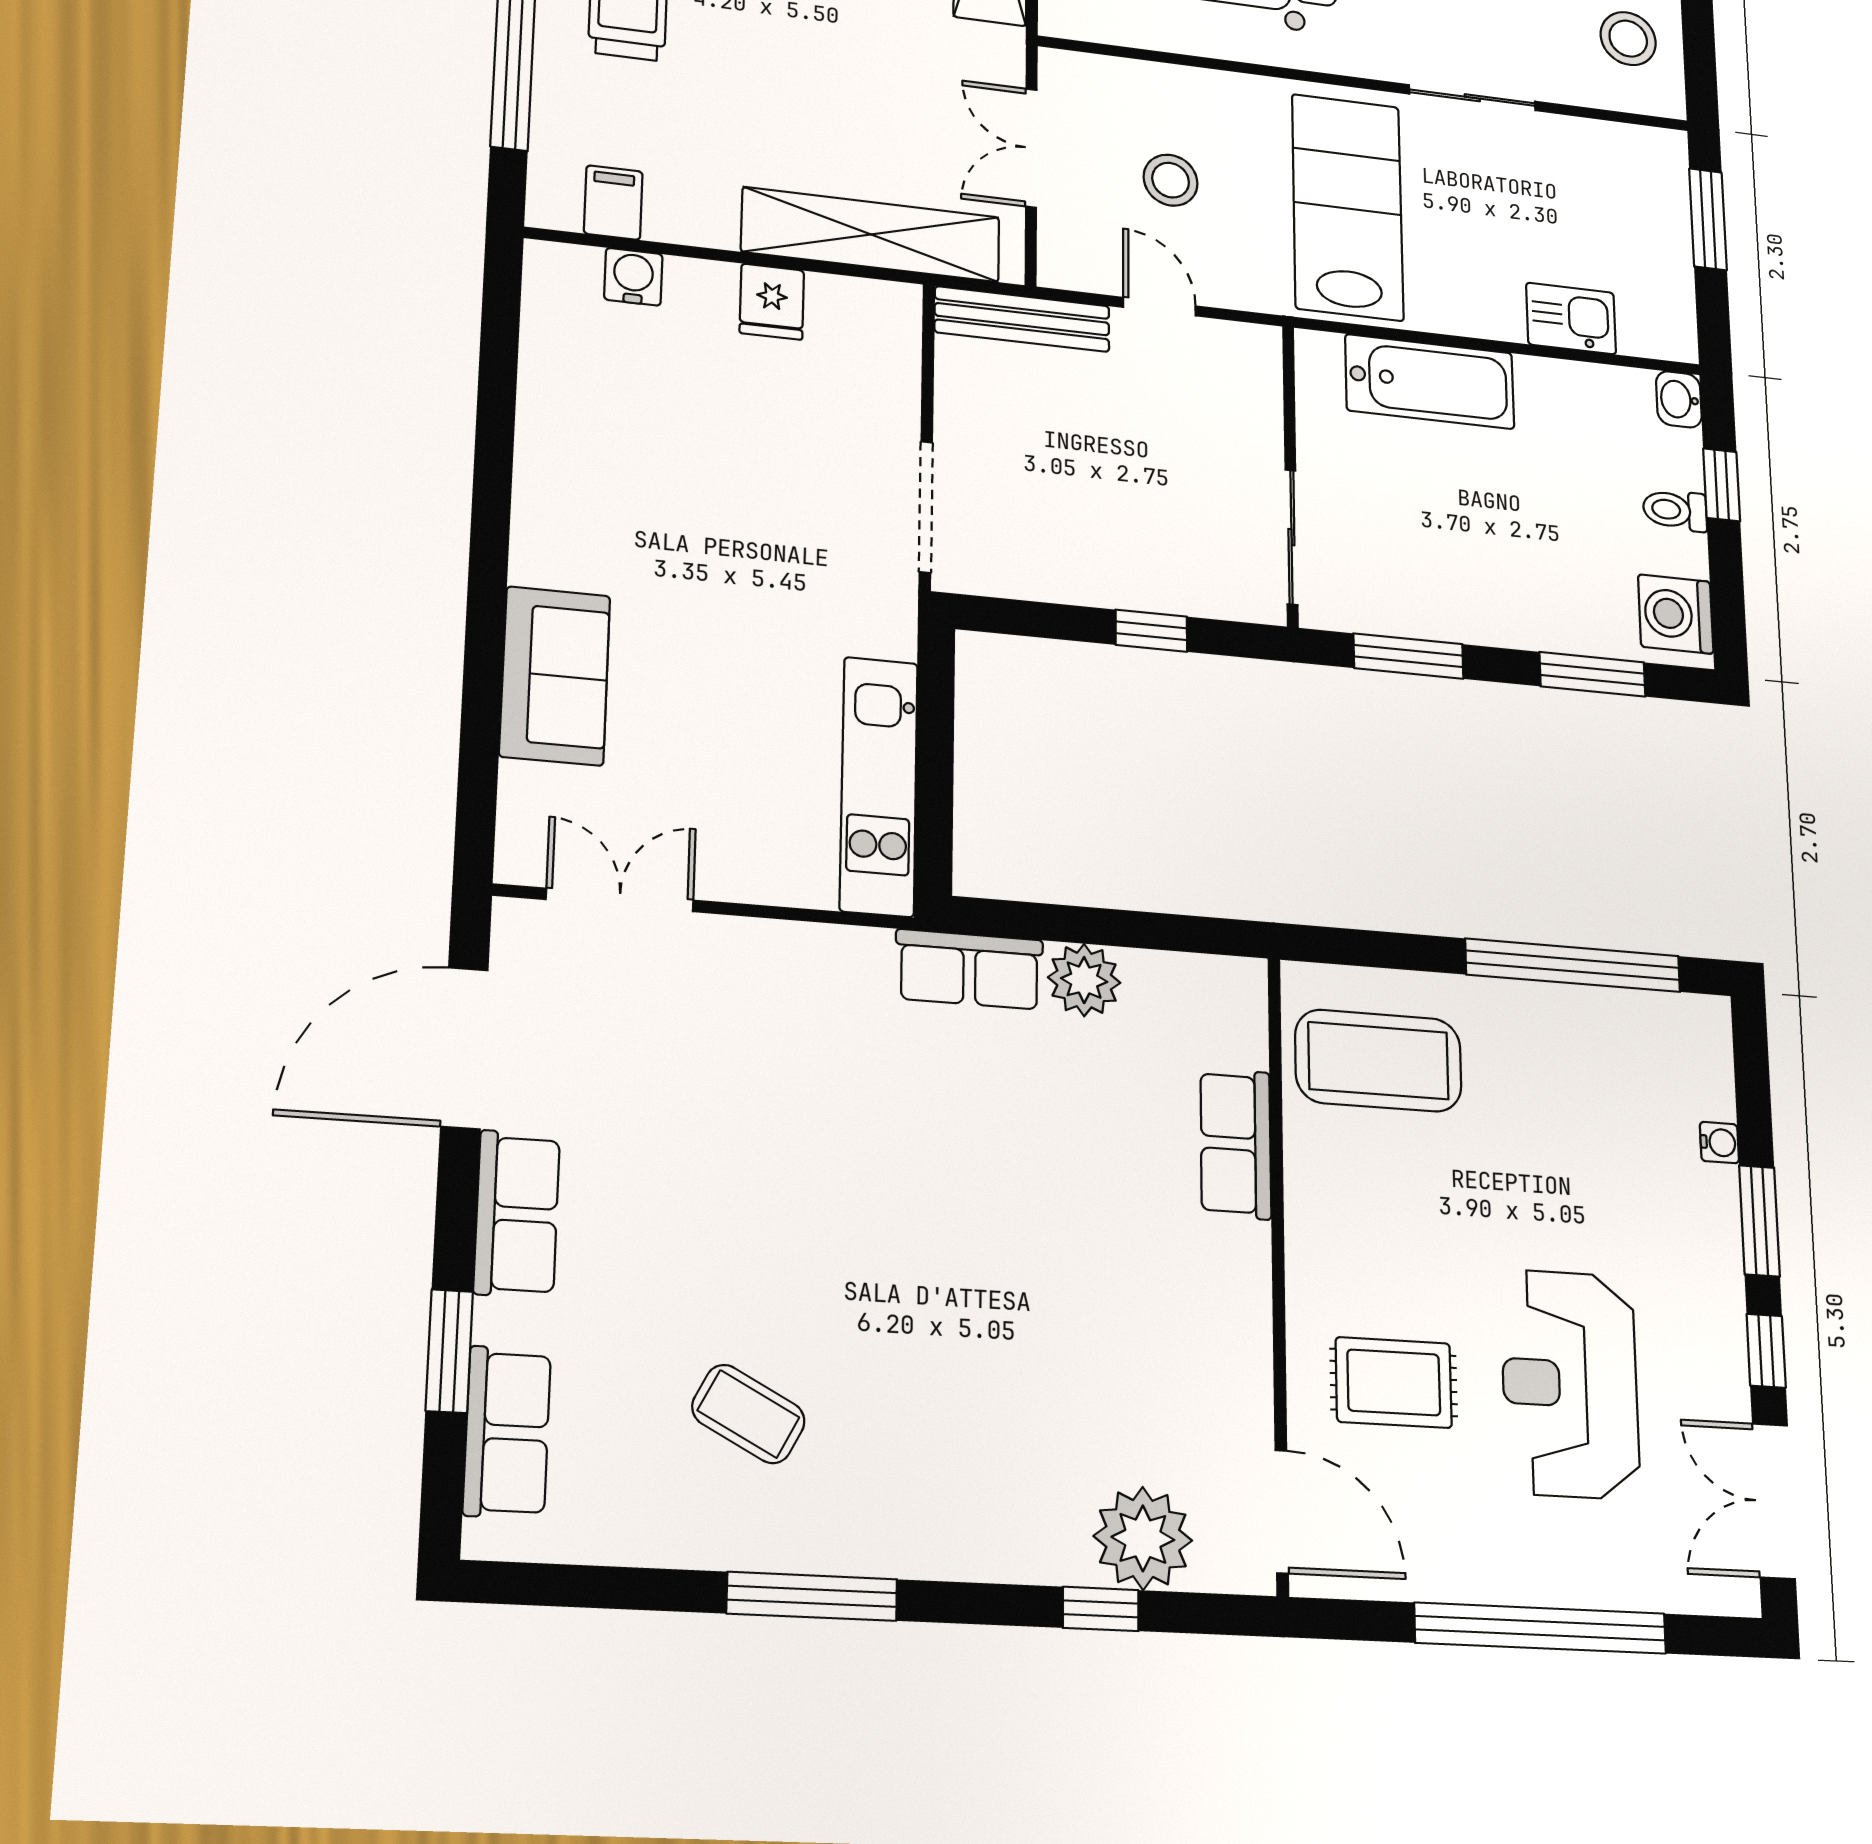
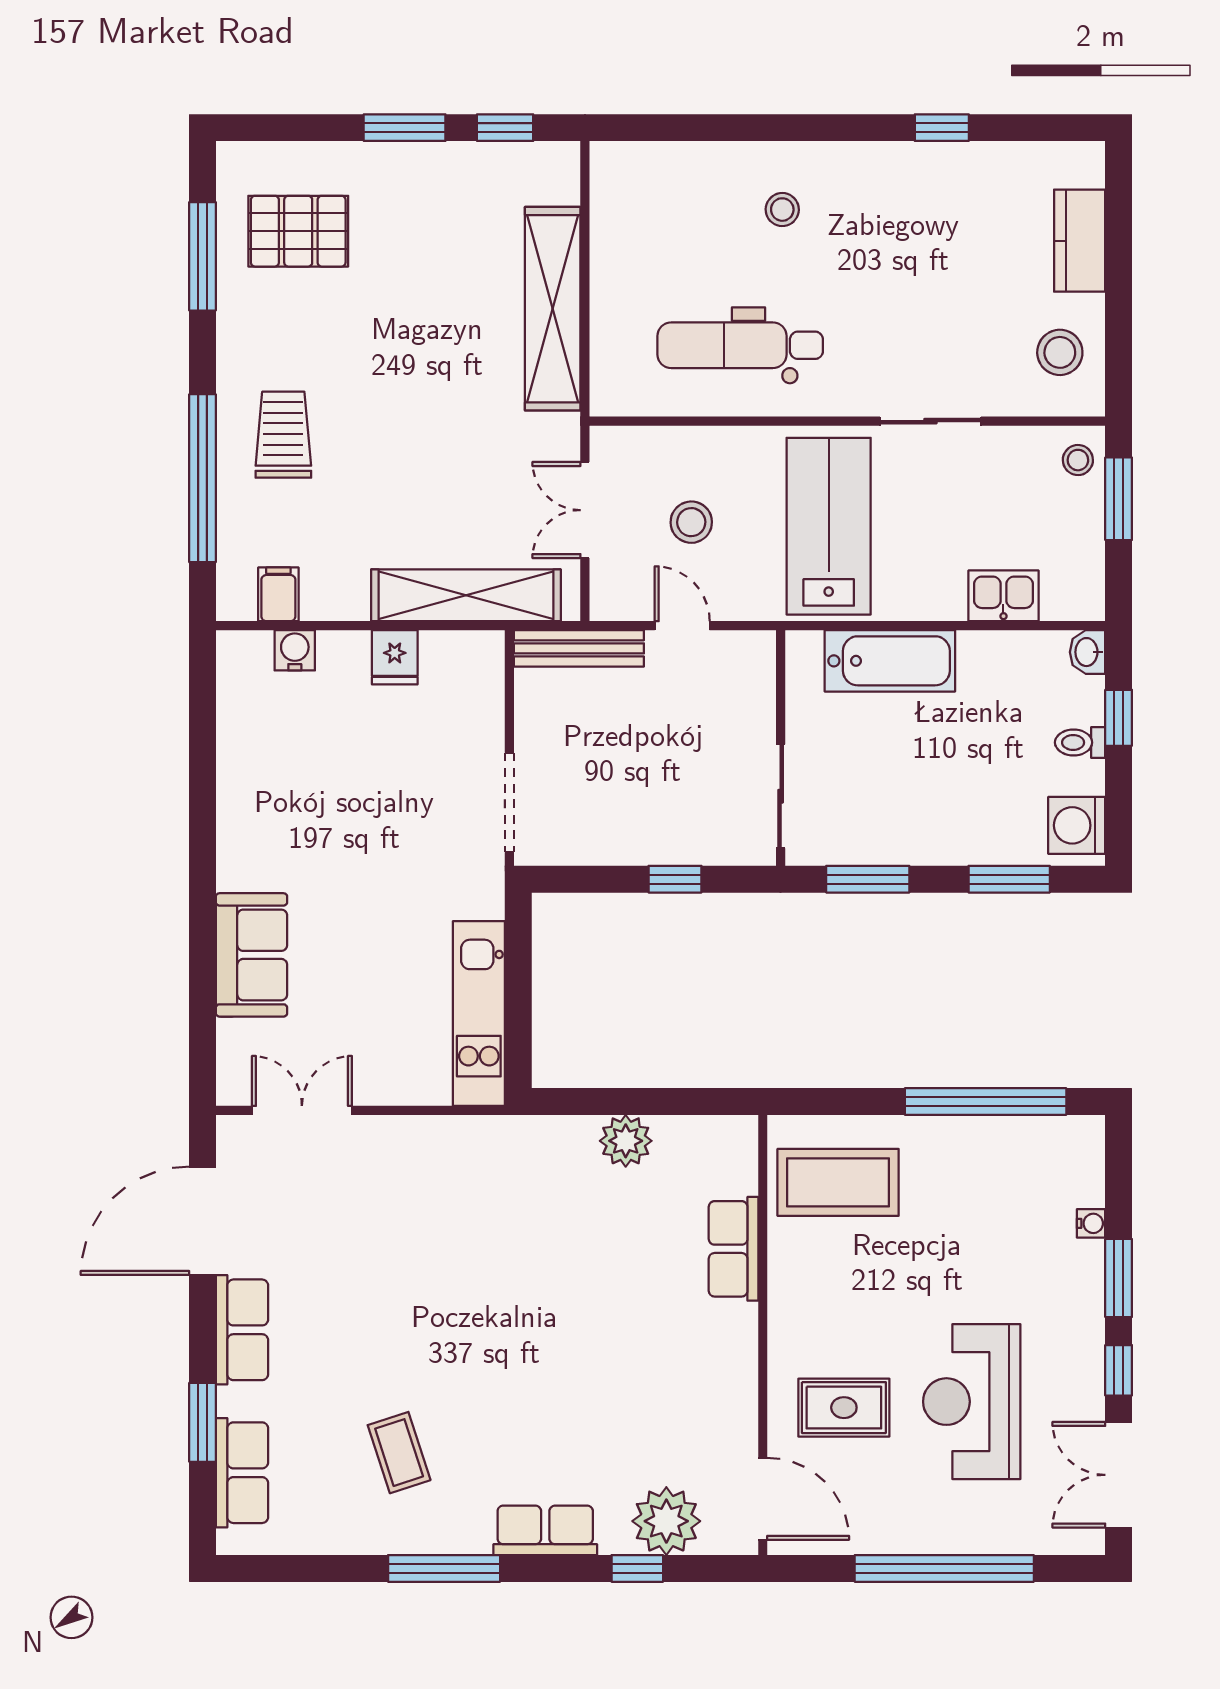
stool: (1656, 167) -> (1078, 460), added
row of seats: (969, 969) -> (545, 1530), moved, turned 180
coffee table: (748, 1414) -> (399, 1453), turned 44

